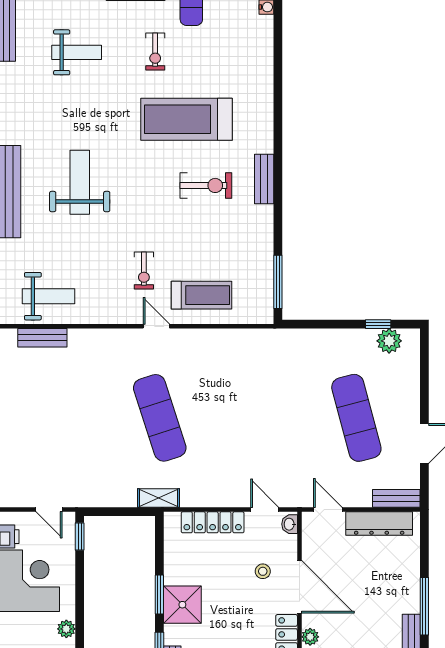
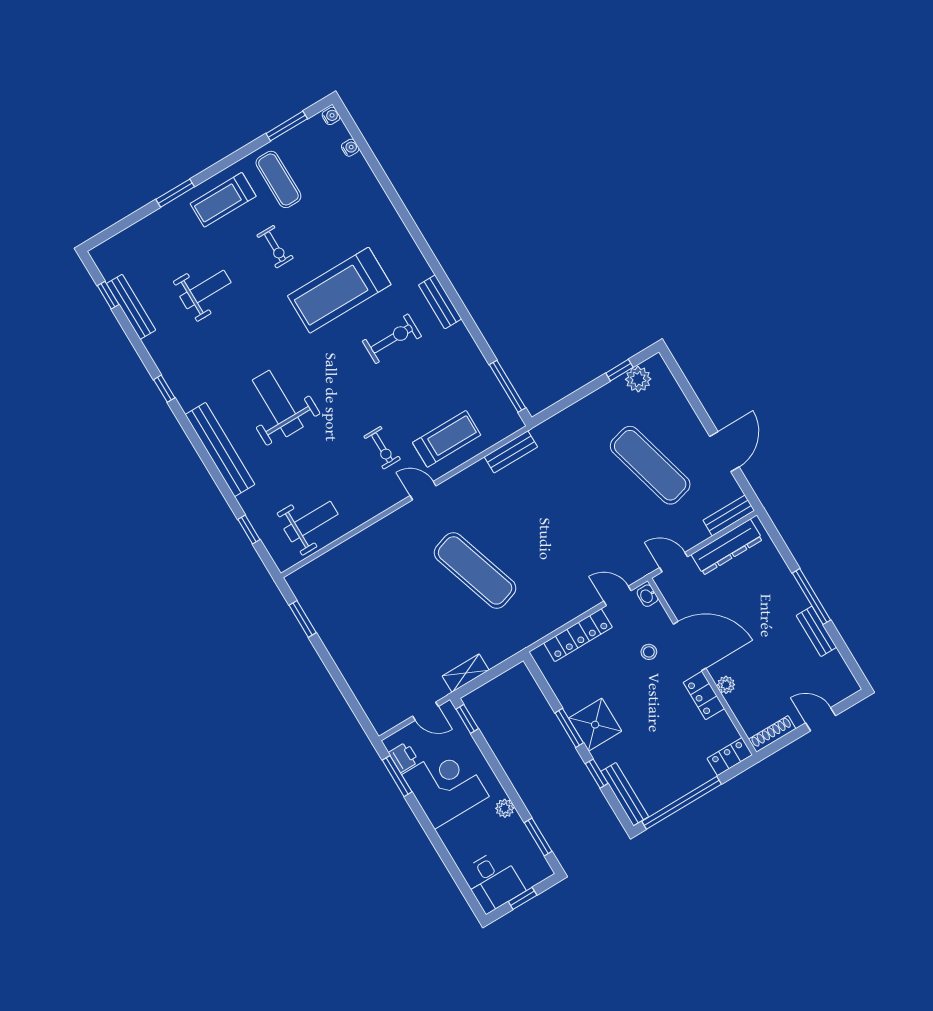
bench: (42, 338) -> (511, 452), moved
shelving: (158, 498) -> (466, 673), moved

